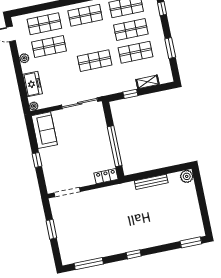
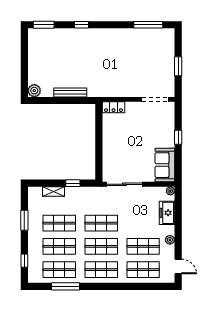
shop shelf: (90, 38) -> (101, 246), added
window: (115, 146) -> (99, 135), removed
window: (134, 254) -> (81, 25), moved

